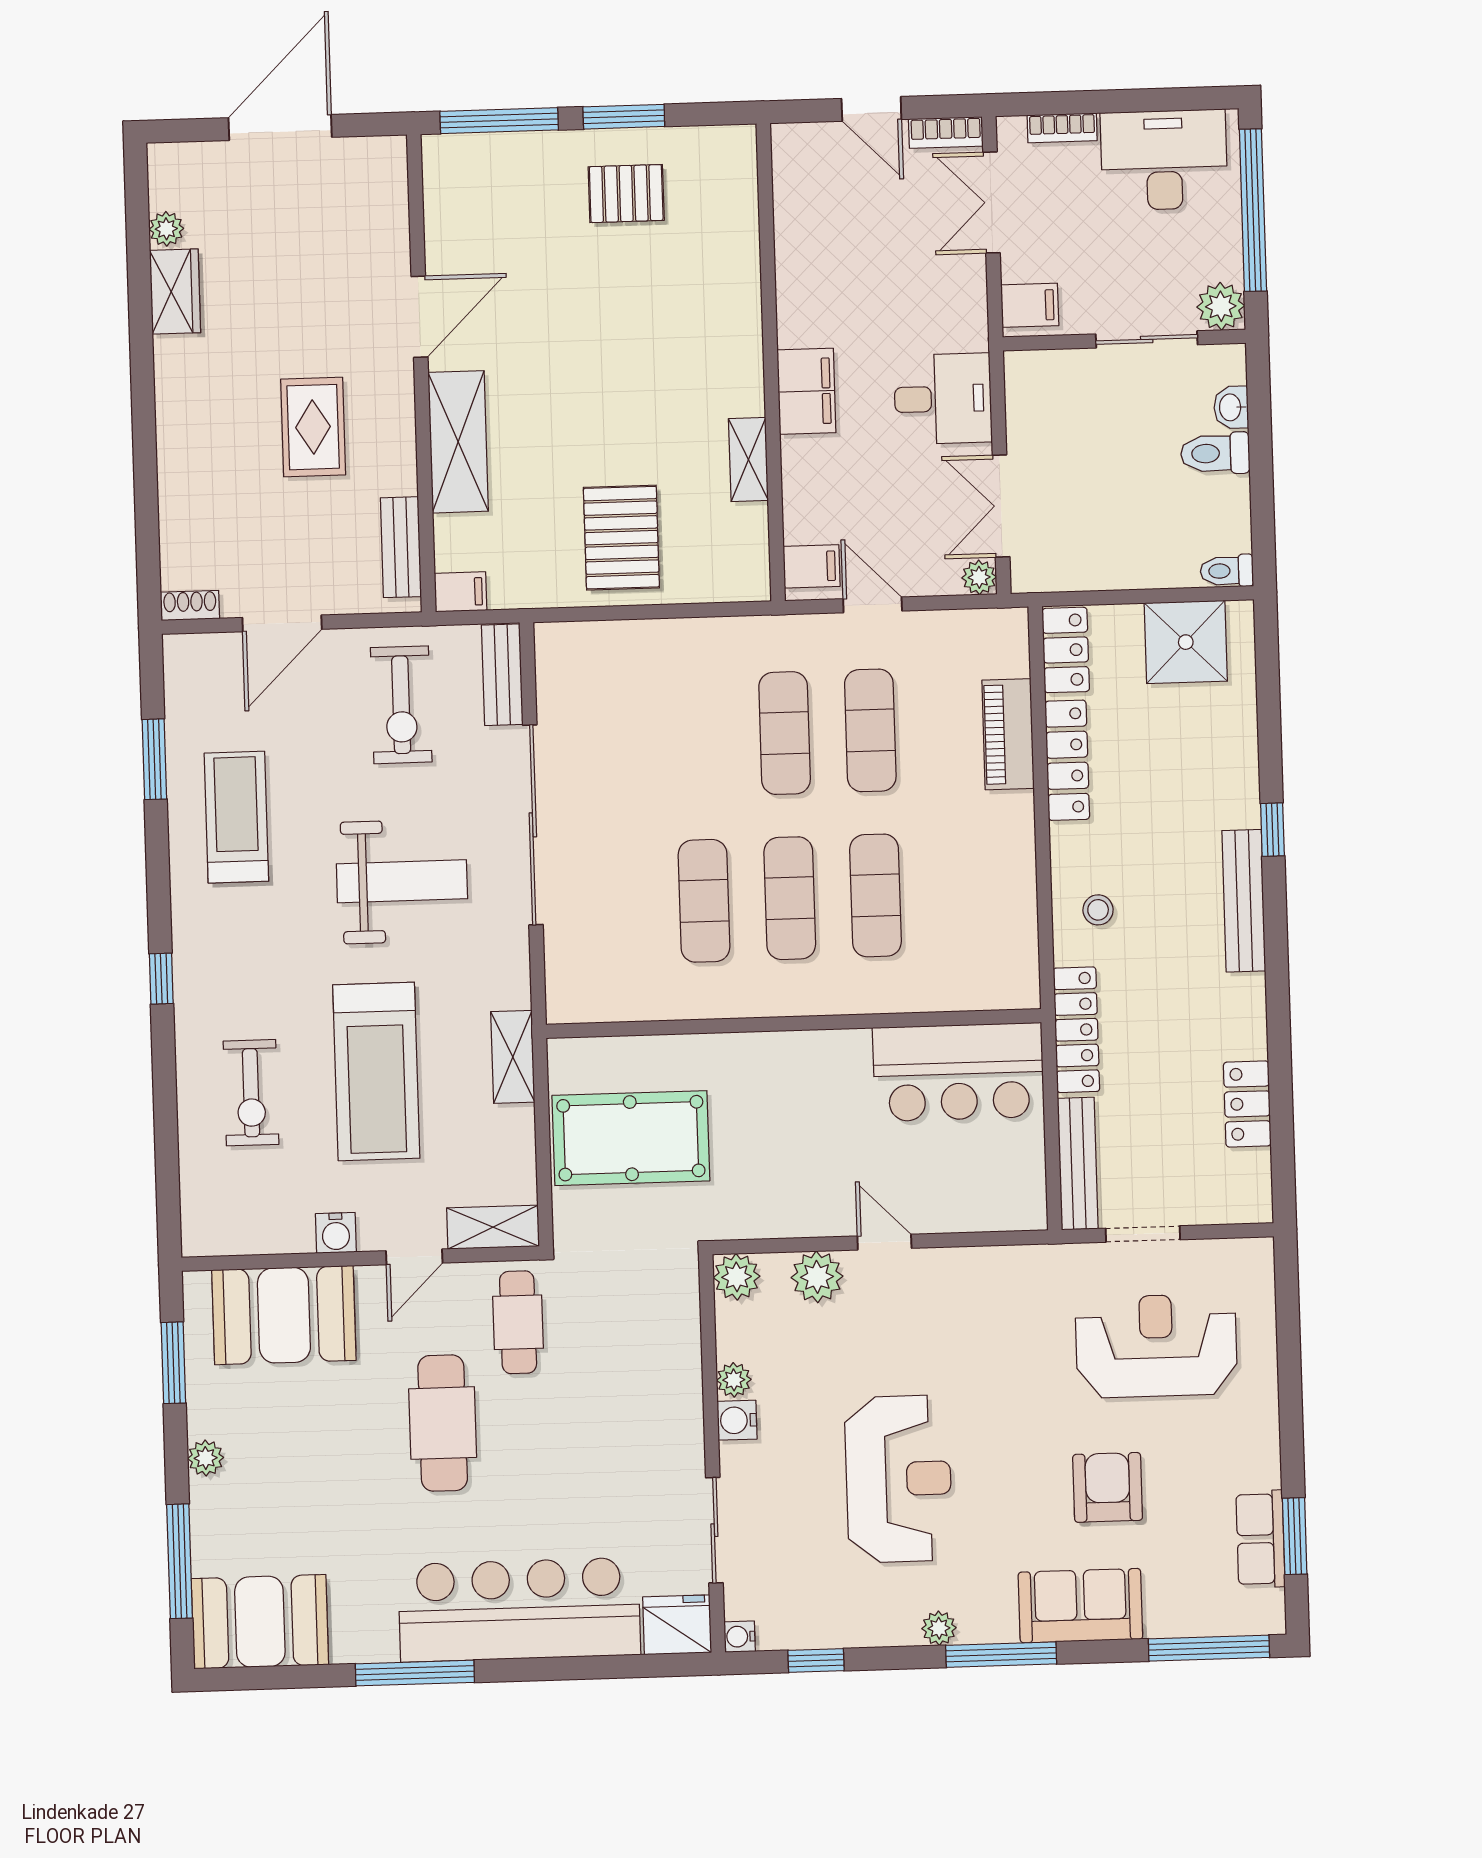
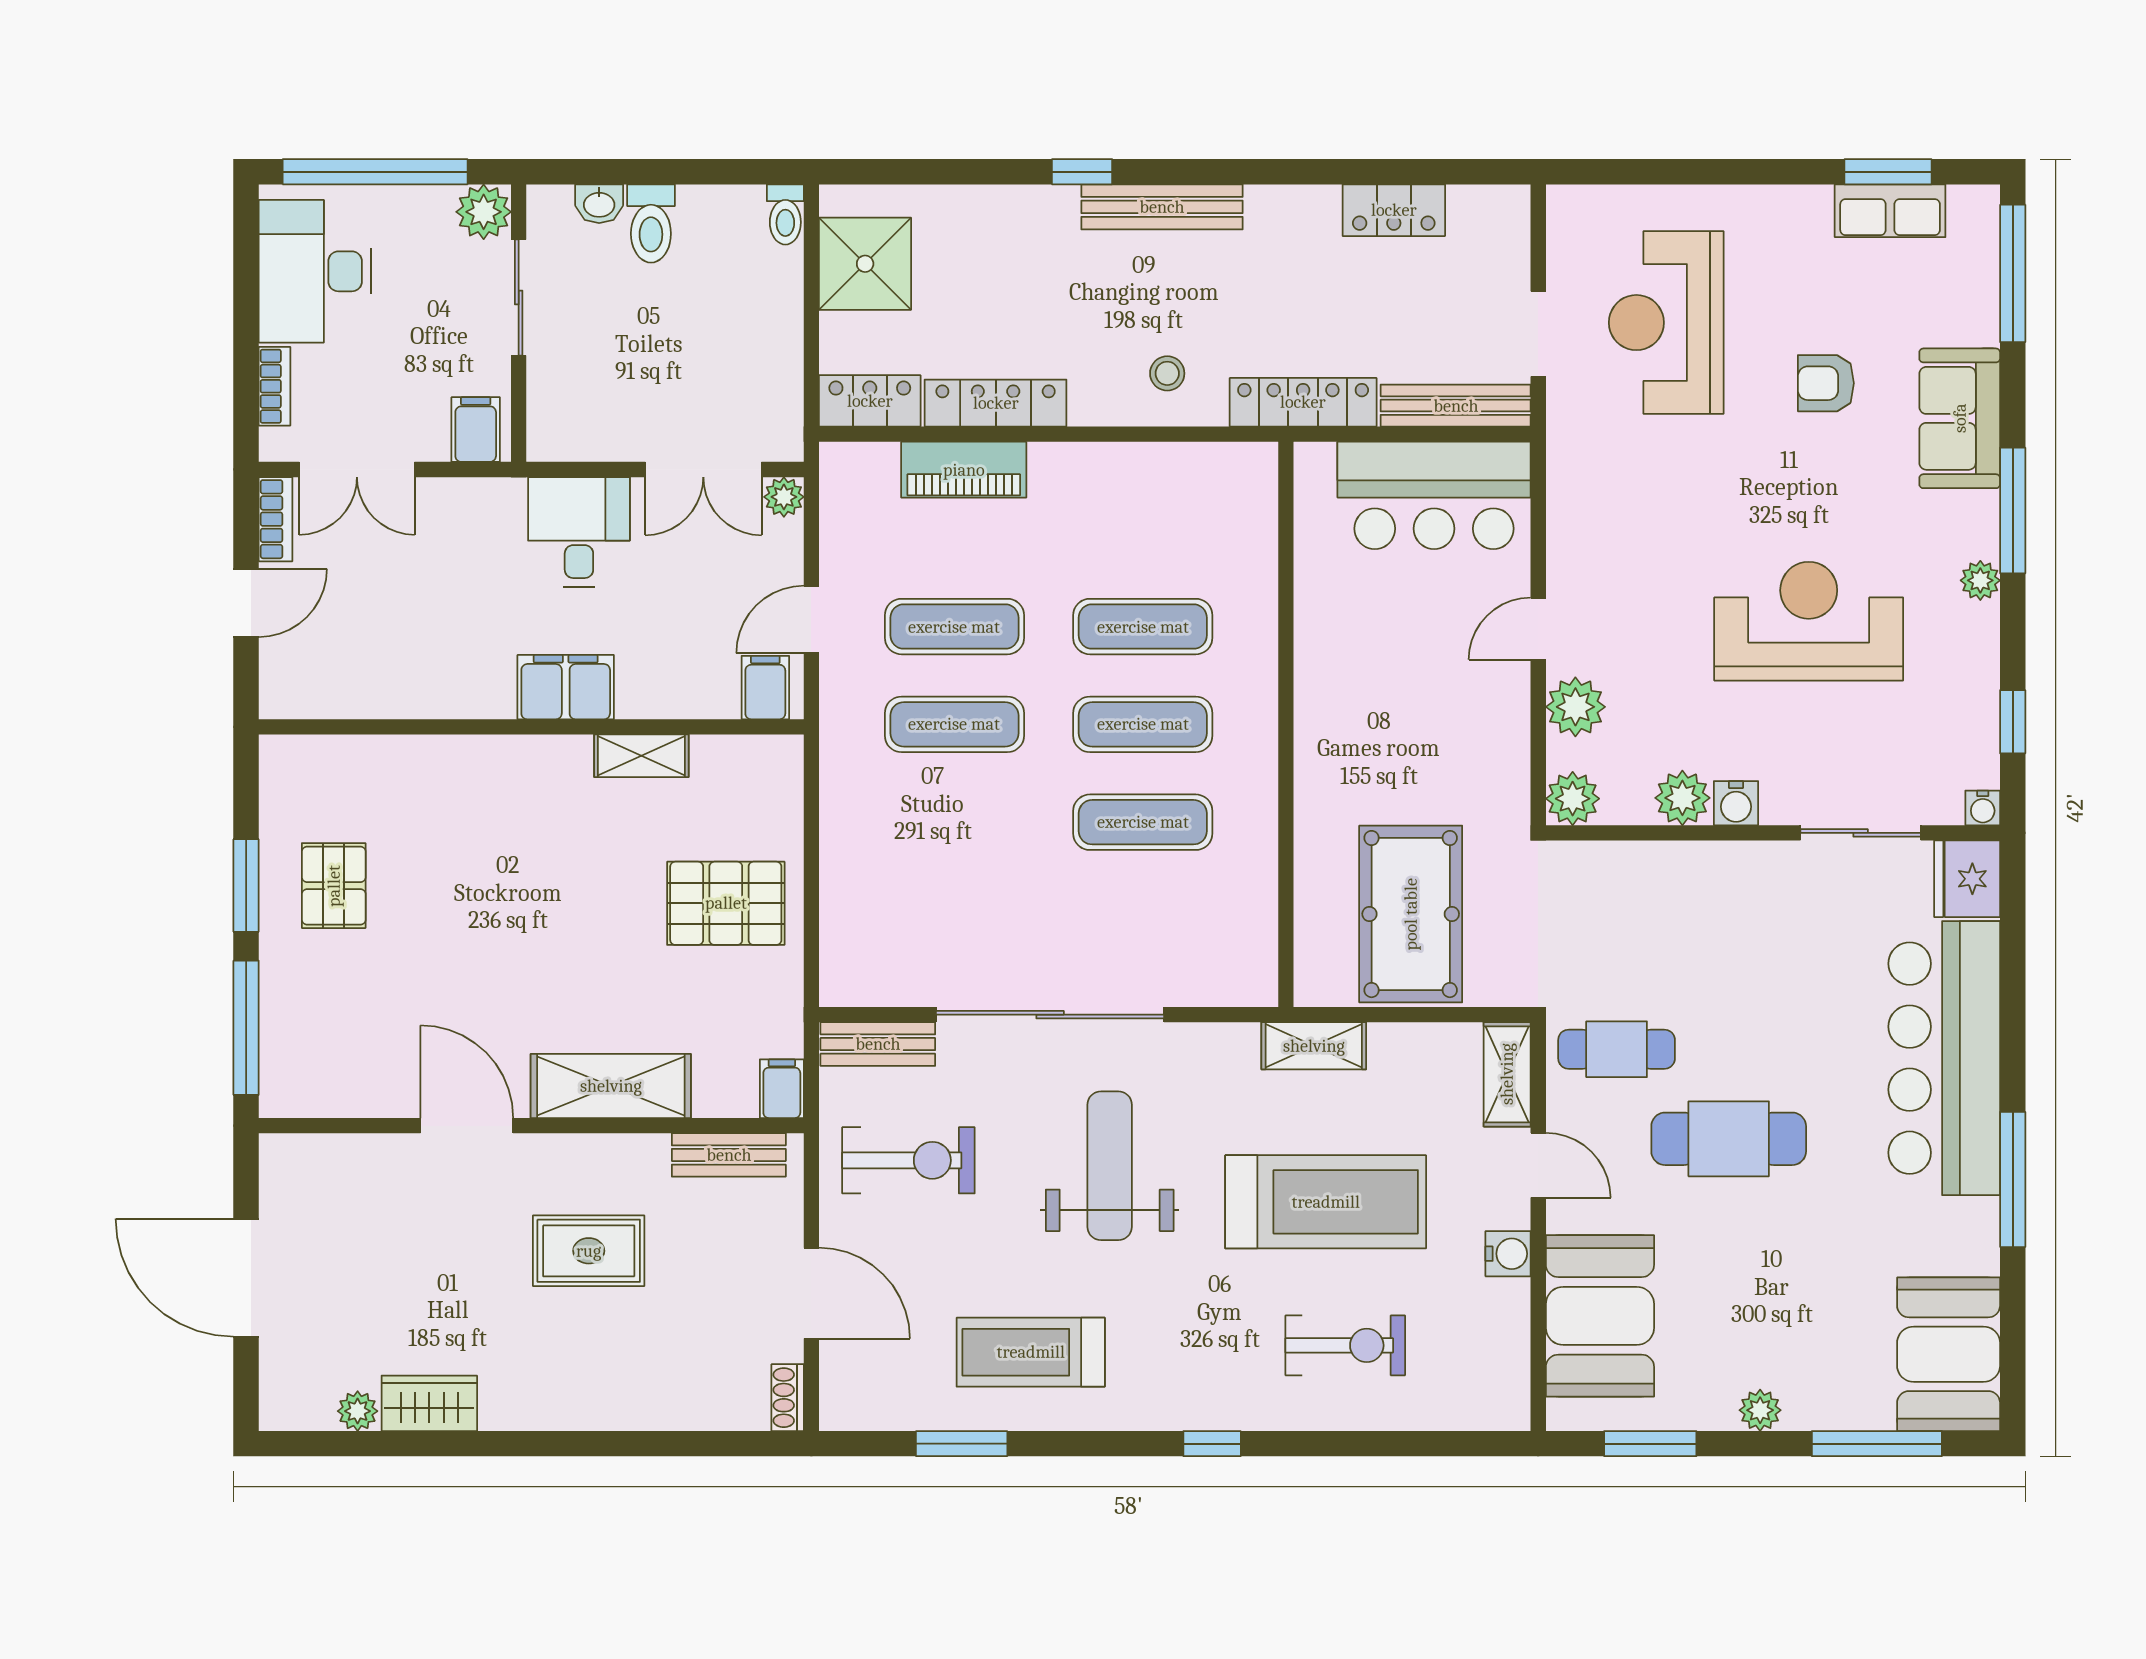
bar counter: (958, 1072) -> (1434, 495), moved, turned 90
plant: (734, 1380) -> (1682, 798), width x1.38, depth x1.38
armchair: (1108, 1487) -> (1826, 383), width x0.72, depth x0.72

